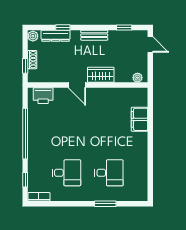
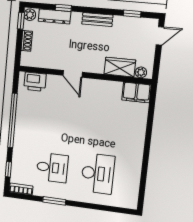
door: (150, 45) -> (160, 36), hinge flipped
window: (25, 66) -> (21, 21), moved
wardrobe: (101, 75) -> (120, 67), moved
filing cabinet: (140, 119) -> (136, 92), moved, turned -90
desk: (109, 173) -> (98, 174), width x1.37
window: (105, 204) -> (54, 201), moved

